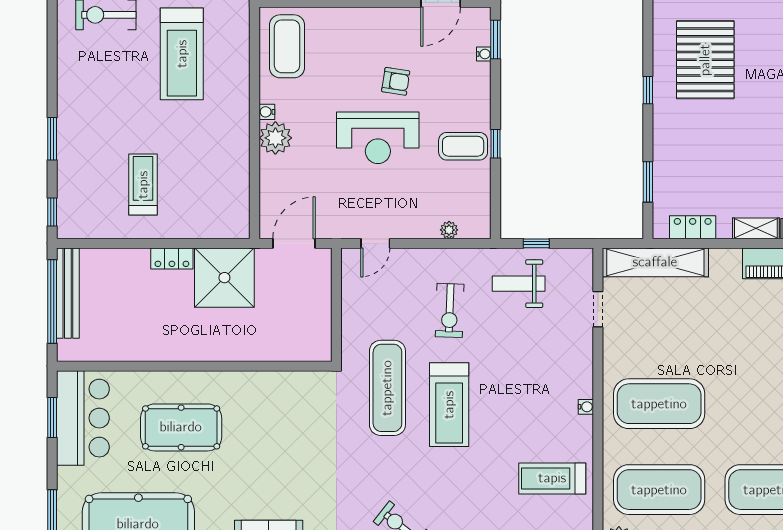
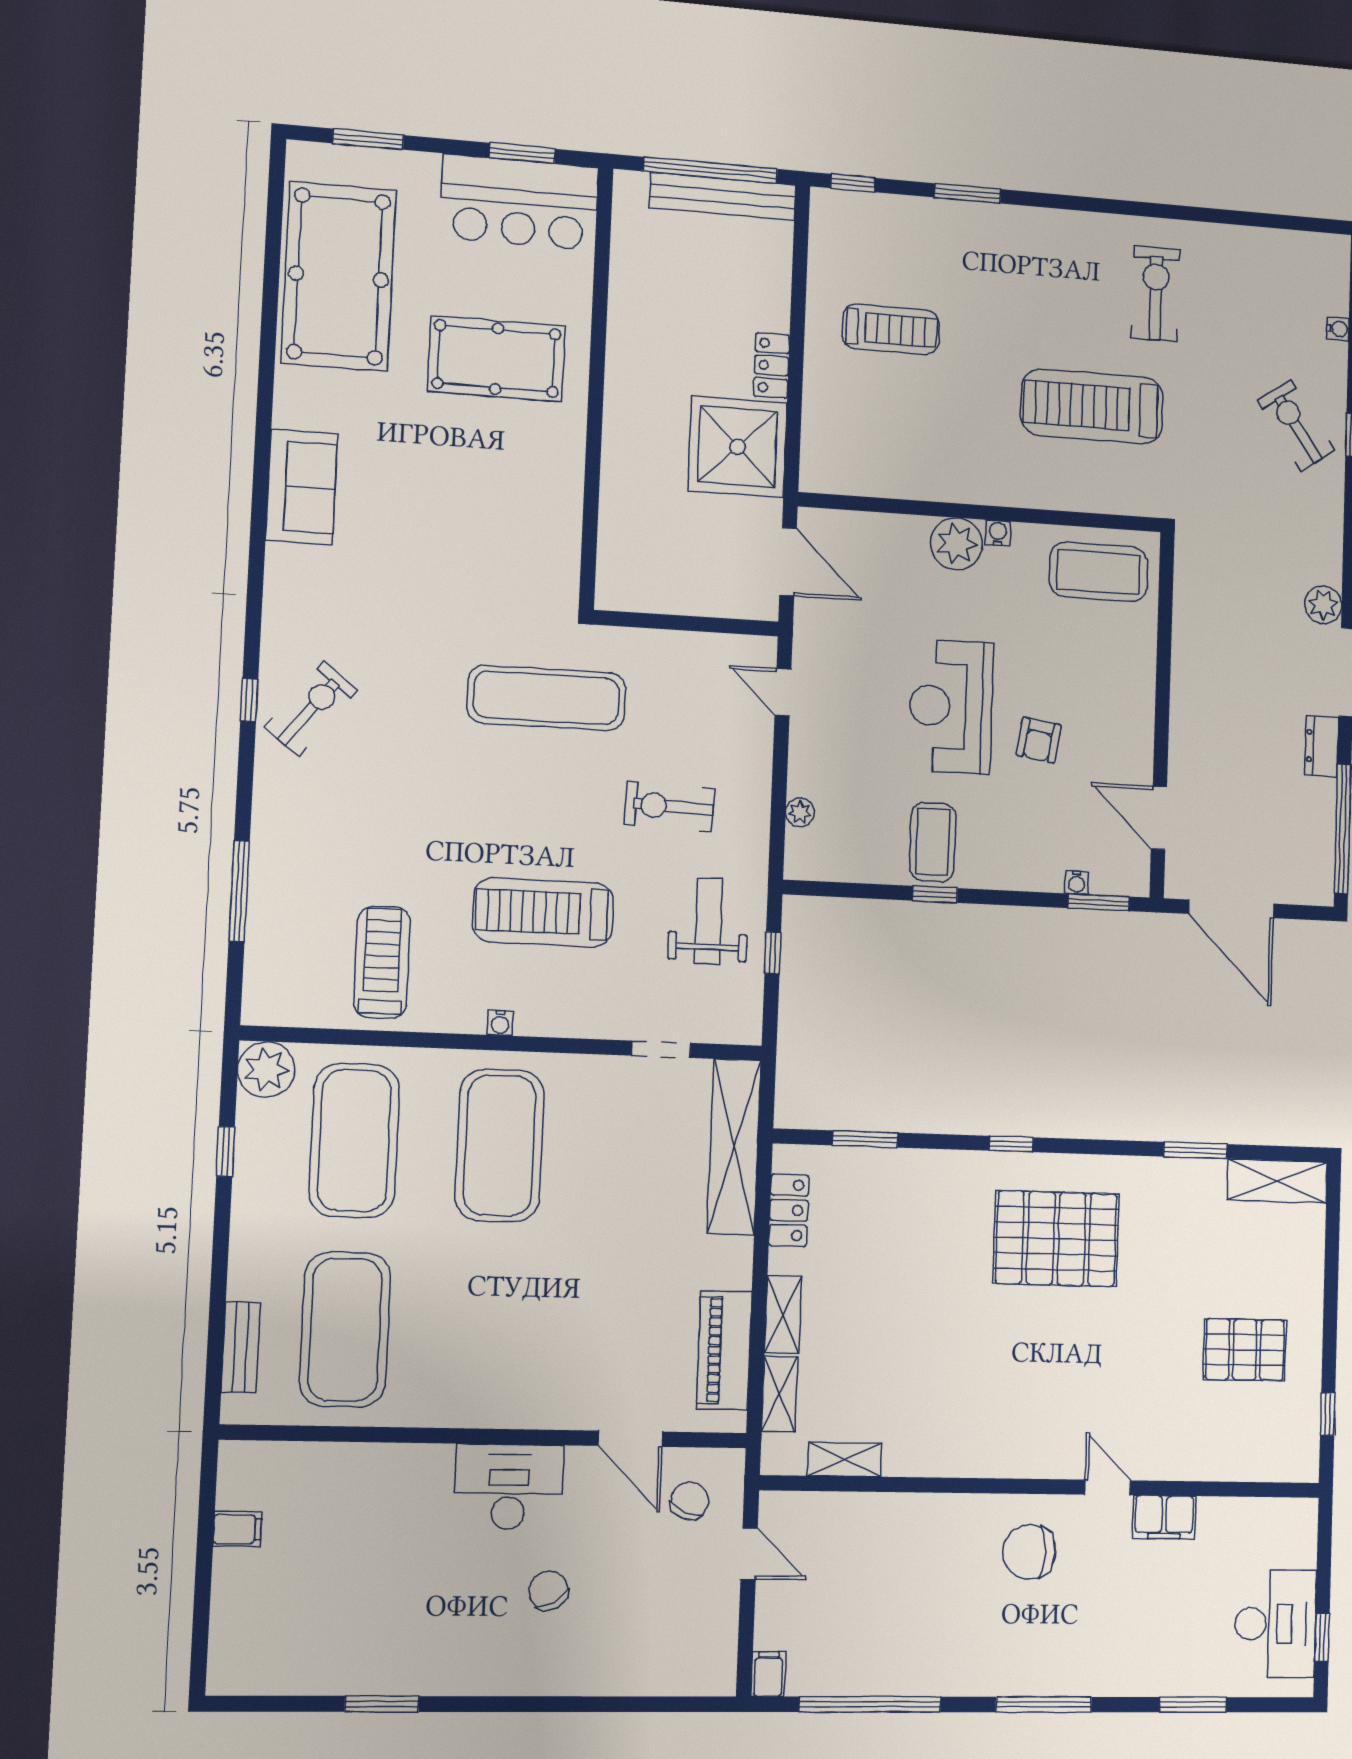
treadmill: (449, 405) -> (543, 912), moved
pool table: (181, 427) -> (497, 359), turned 90

